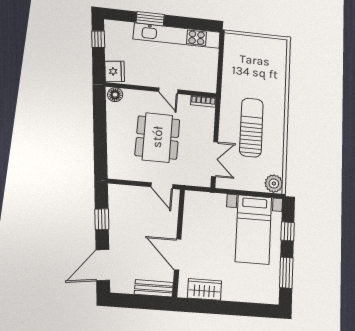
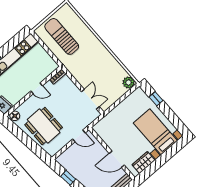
sun lounger: (251, 127) -> (62, 36), moved
dining table: (157, 137) -> (44, 126), moved
bed with nightstands: (254, 229) -> (155, 132), moved, turned 180
window: (286, 273) -> (173, 118), removed

